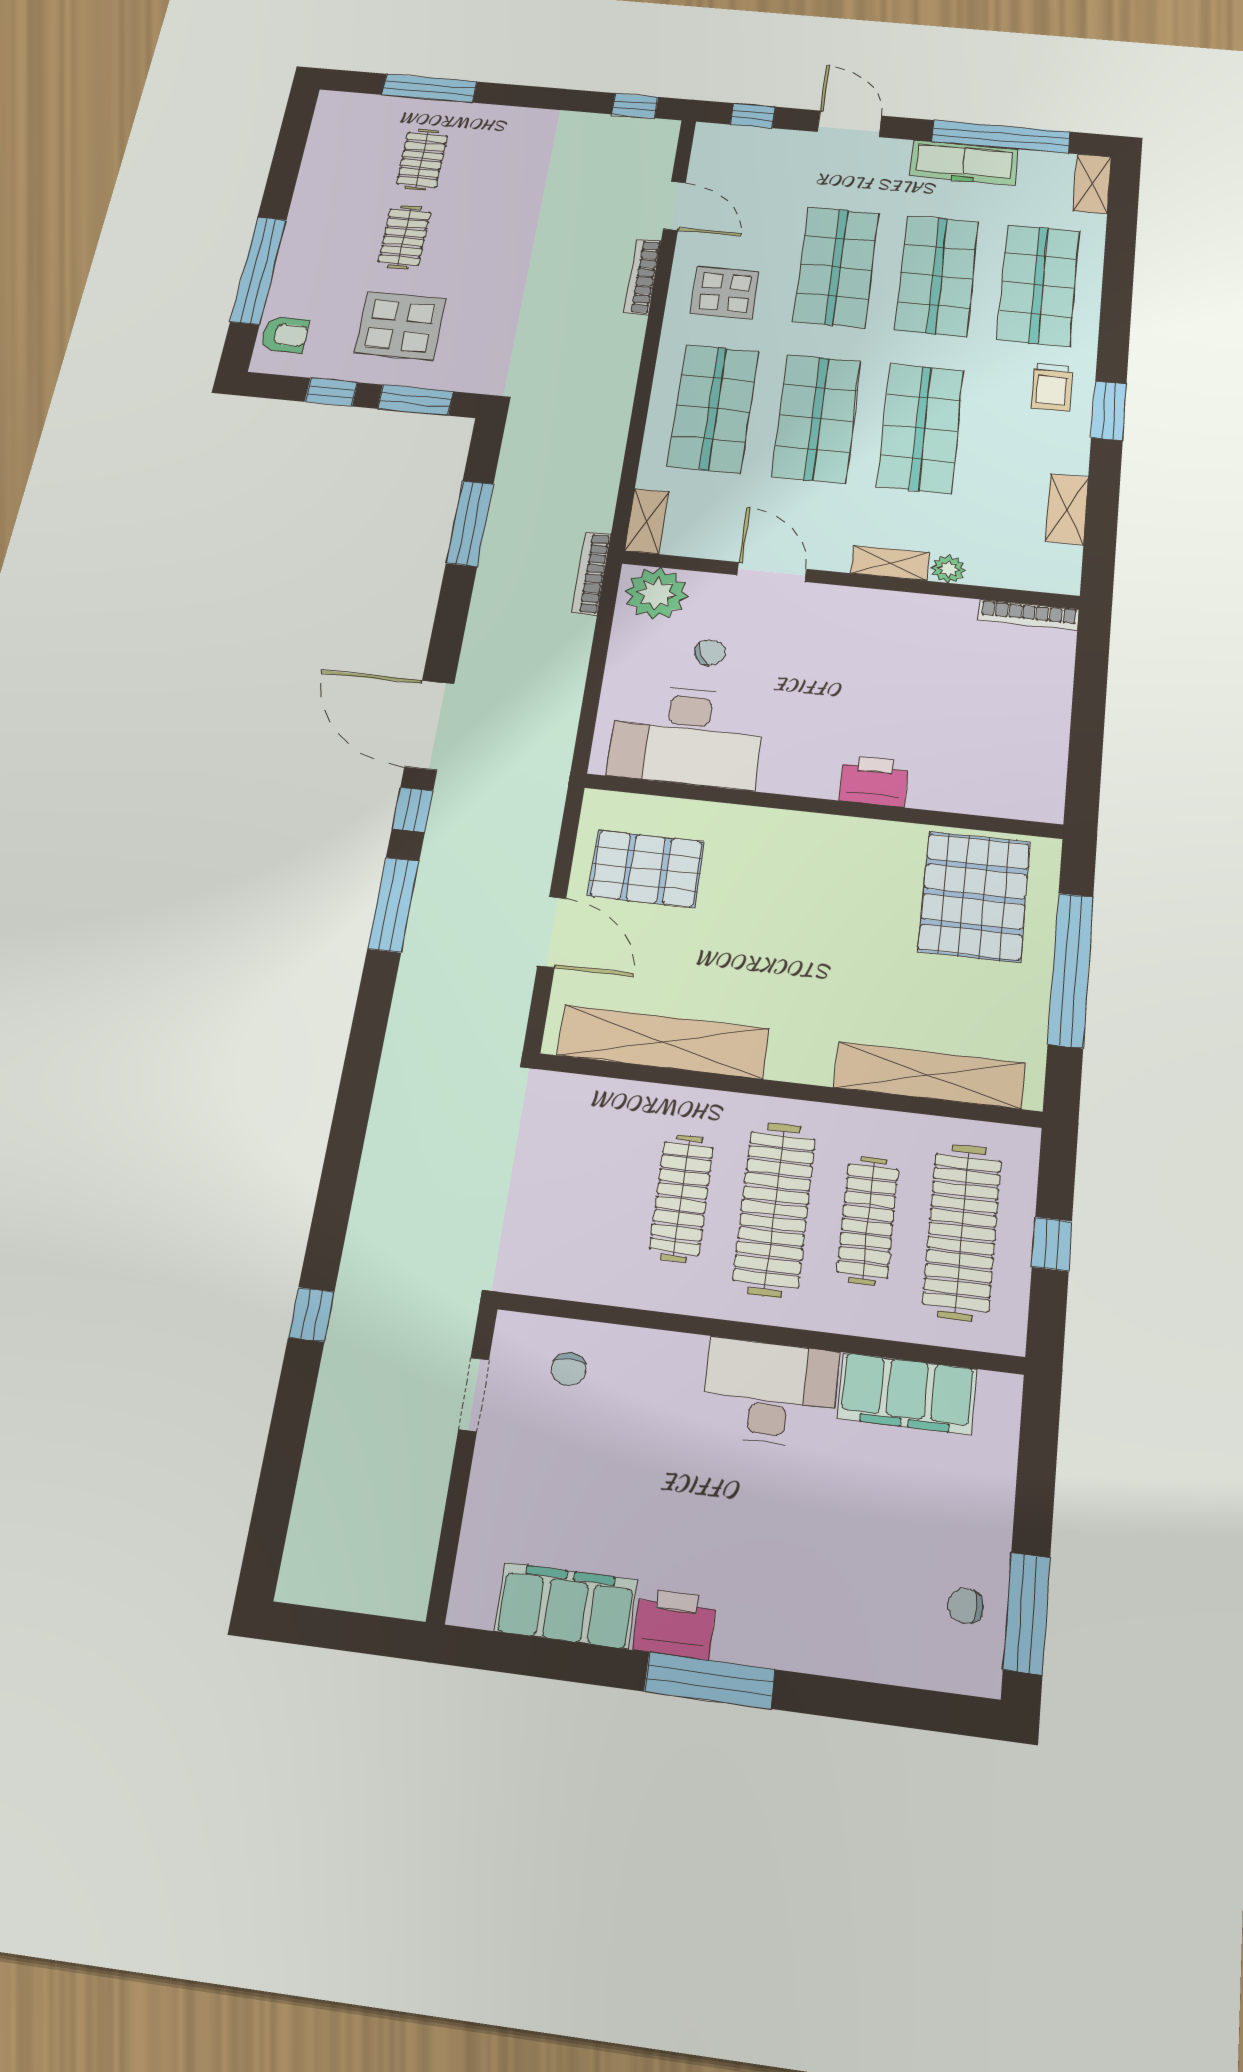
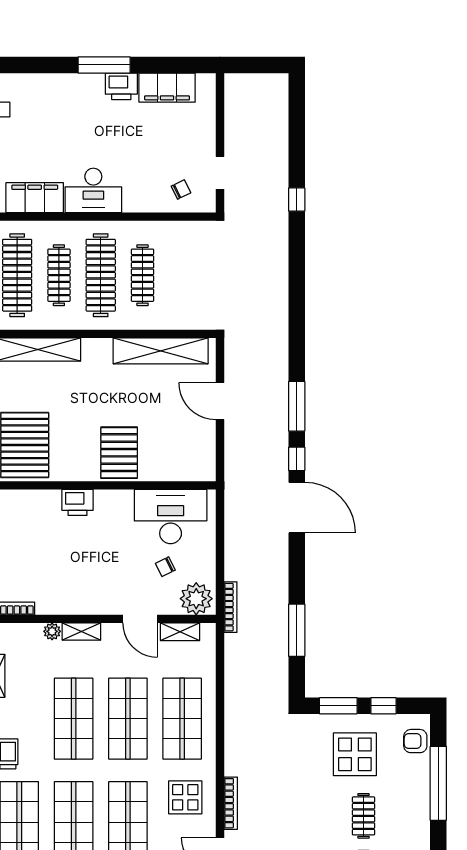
shelving: (647, 521) -> (180, 632), moved, turned 90
pallet: (646, 869) -> (119, 453), moved, turned 90
chair: (569, 1369) -> (181, 189), turned 64

